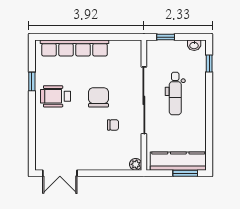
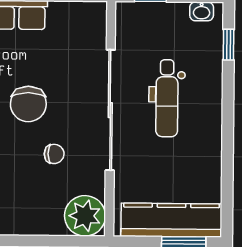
chair: (98, 97) -> (28, 104), turned 180
plant: (136, 164) -> (85, 216), width x1.87, depth x1.87

